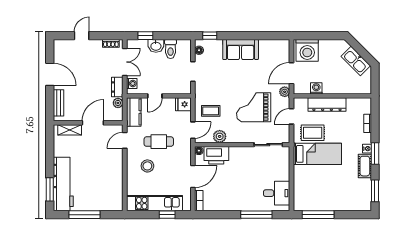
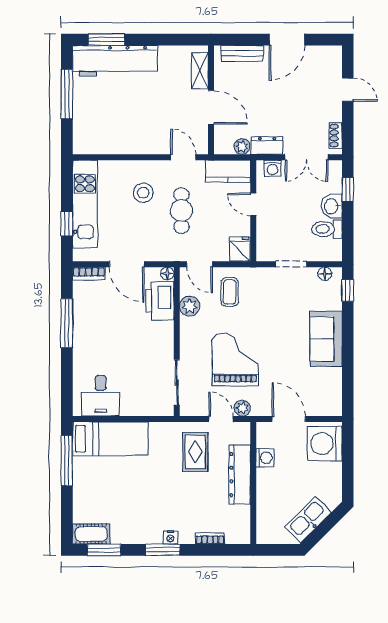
plant: (285, 92) -> (242, 408), moved
bed: (317, 154) -> (110, 439), moved, turned -90
cot: (365, 166) -> (91, 534), moved
window: (256, 215) -> (67, 323), moved

